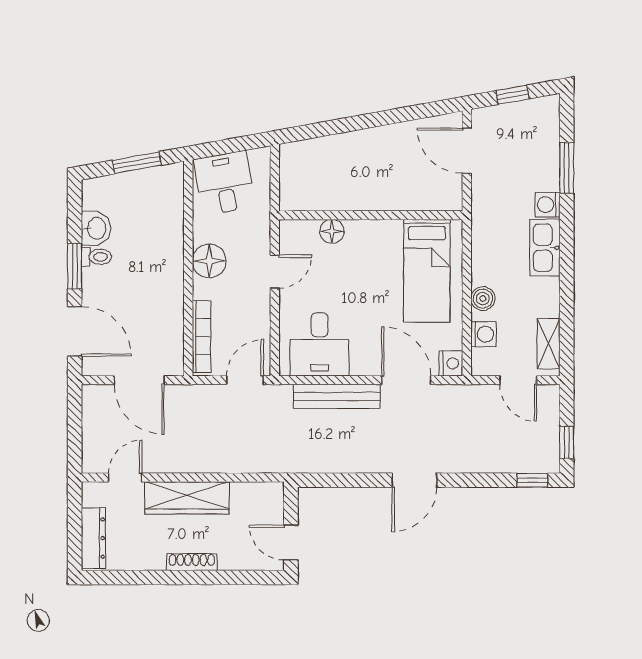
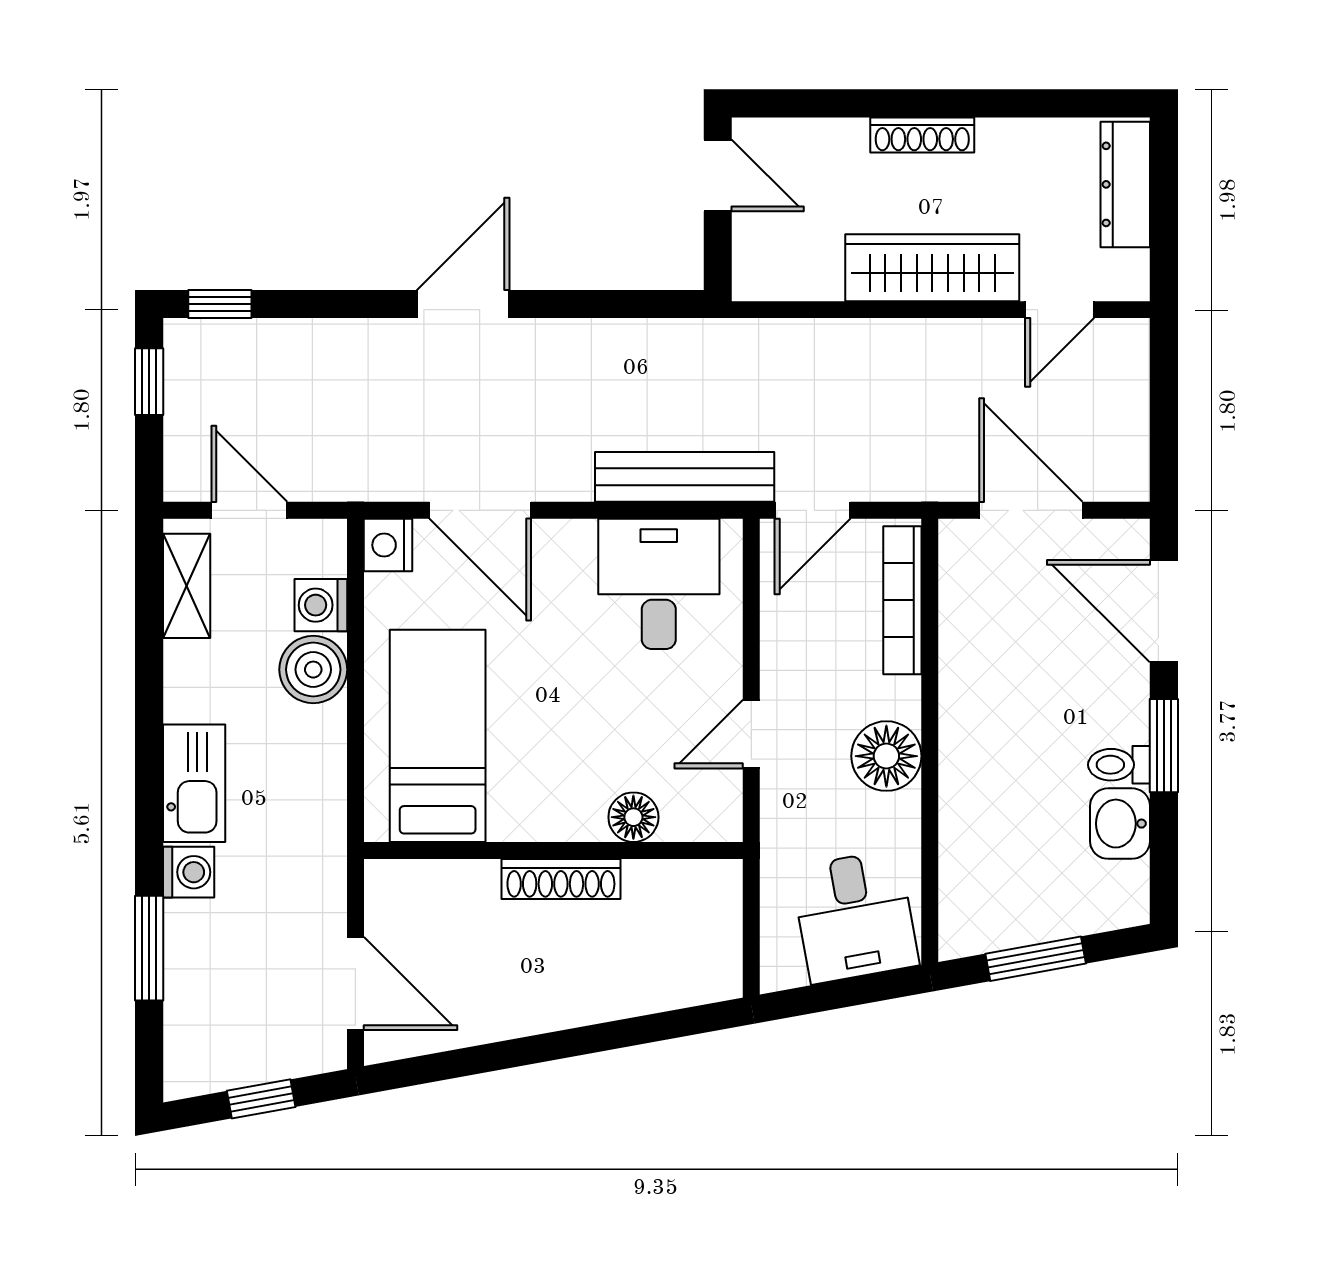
shoe rack: (367, 201) -> (561, 879), added
boiler: (483, 299) -> (313, 670), width x1.36, depth x1.36
bench: (337, 396) -> (685, 477), moved

